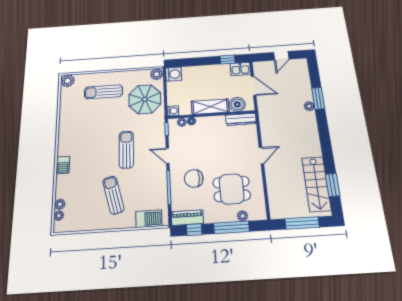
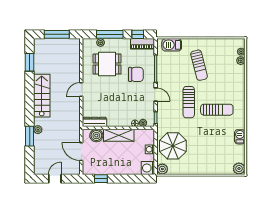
kitchen sink: (240, 69) -> (91, 168), removed
sun lounger: (104, 92) -> (217, 110), moved
washing machine: (173, 111) -> (150, 149), moved
barbecue: (63, 165) -> (240, 137), moved
stairs: (316, 184) -> (42, 96), moved

